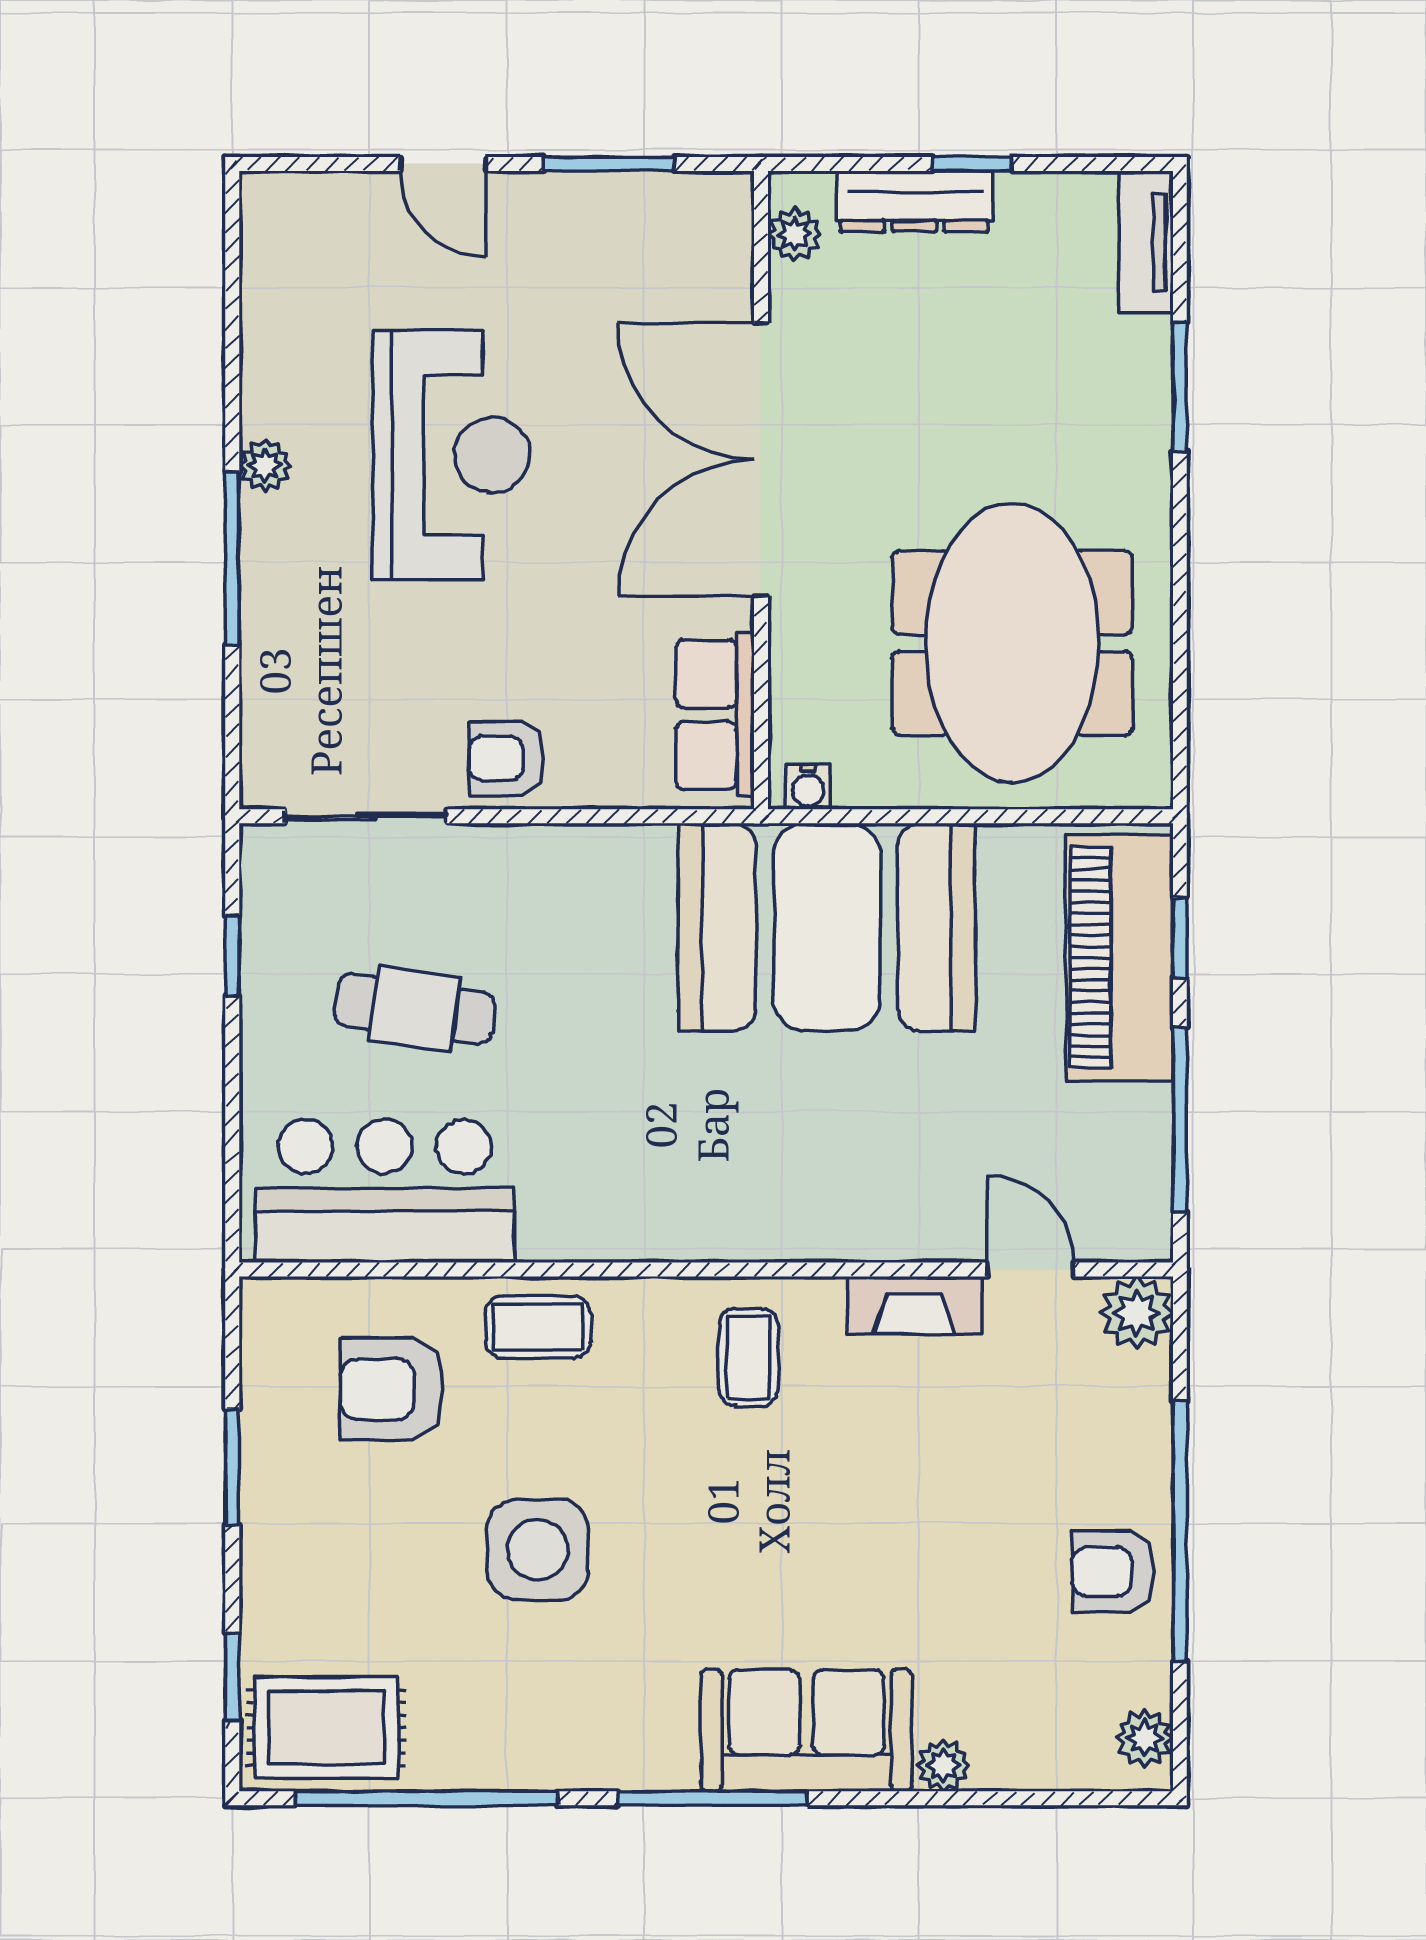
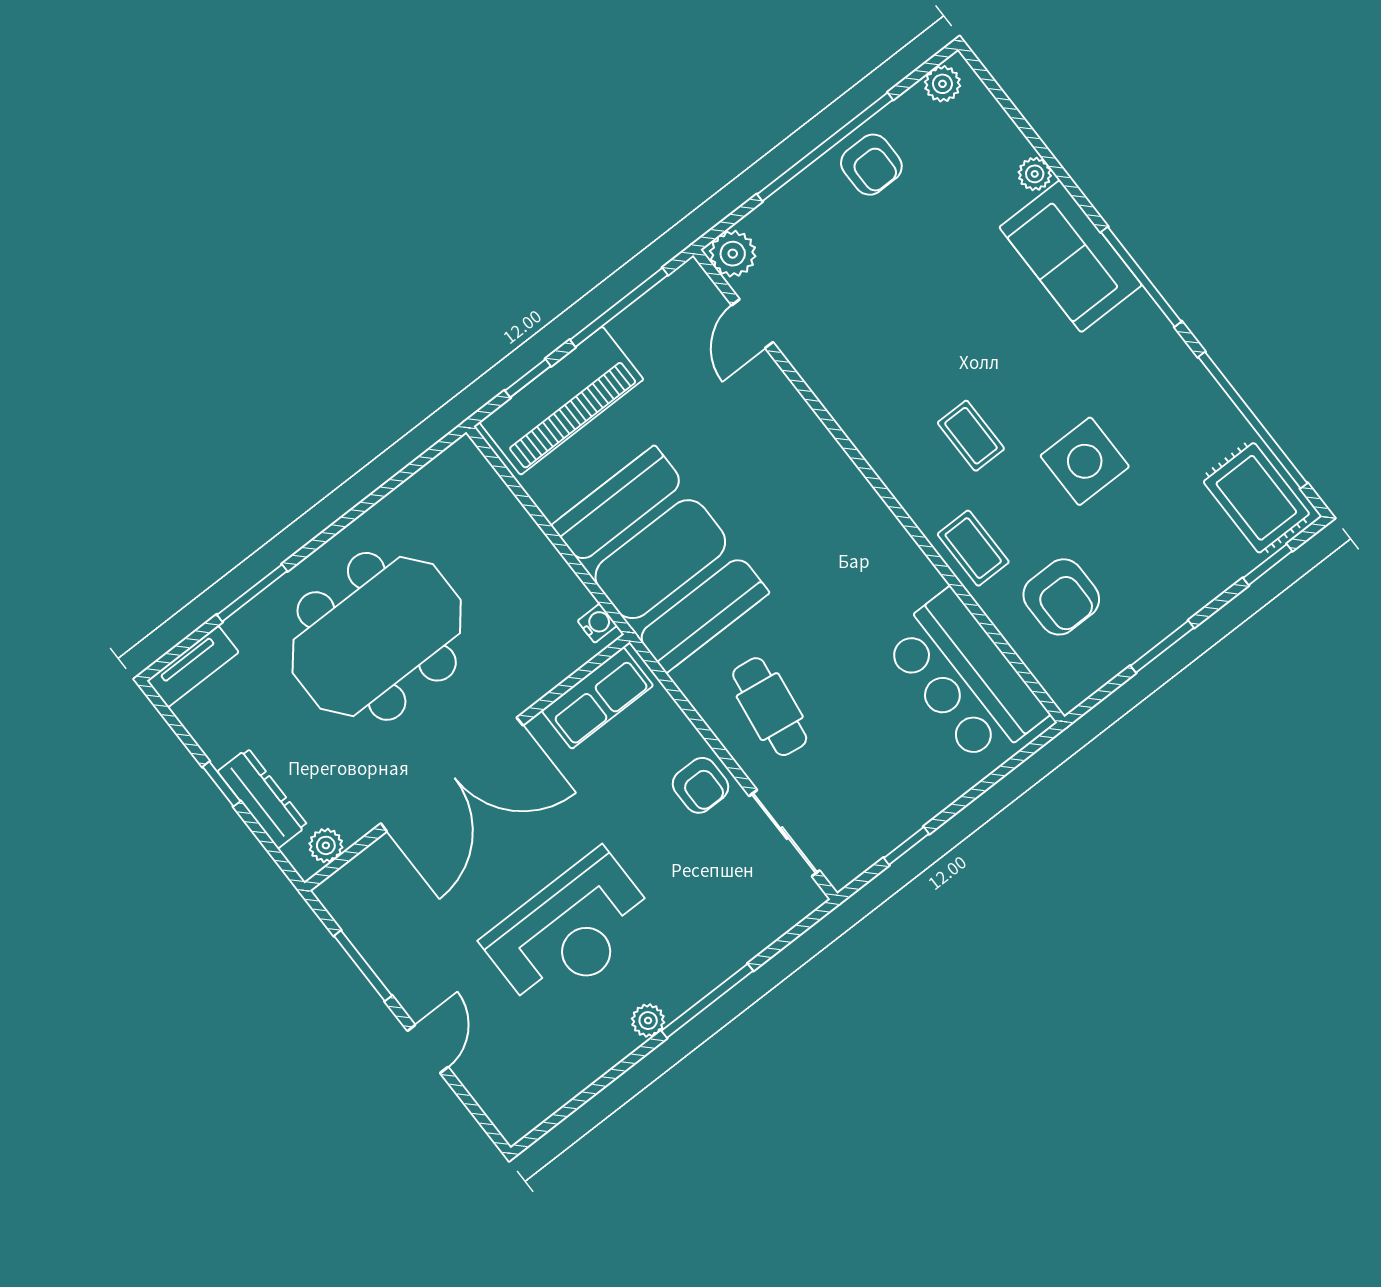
reception desk: (451, 455) -> (570, 931), turned 180
meeting table: (1012, 643) -> (377, 636), moved
cafe table: (415, 1009) -> (770, 707), moved
fireplace: (914, 1305) -> (816, 368), removed
coffee table: (749, 1357) -> (971, 436), moved, turned 90

